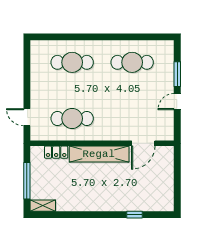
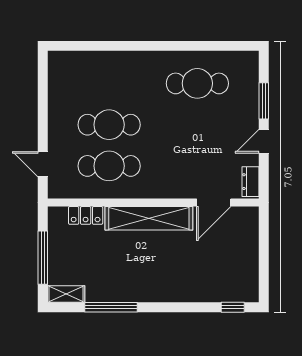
cafe table: (72, 62) -> (109, 125), moved
dresser: (168, 129) -> (250, 182), added
window: (73, 215) -> (111, 307), added
window: (134, 215) -> (233, 307), moved

